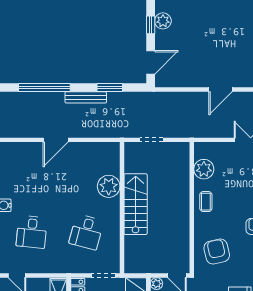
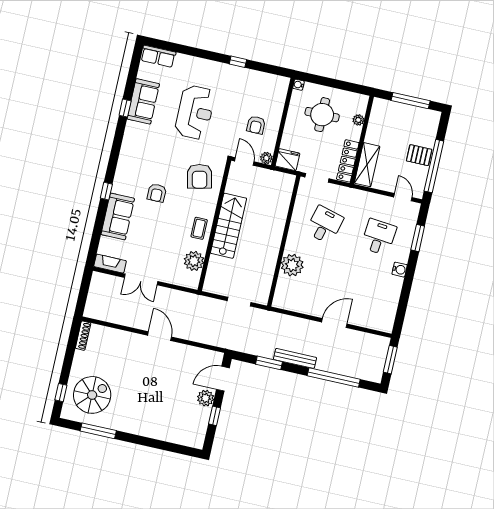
plant: (163, 21) -> (206, 398), moved
door: (221, 90) -> (160, 336), hinge flipped
stairs: (136, 204) -> (229, 226), moved, turned 180

